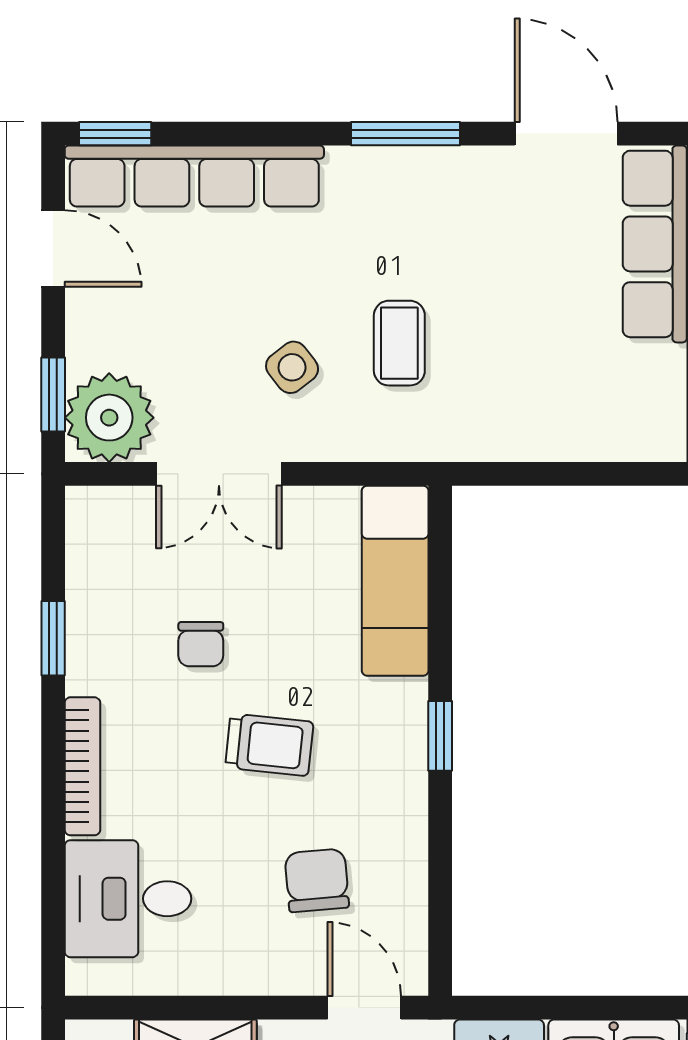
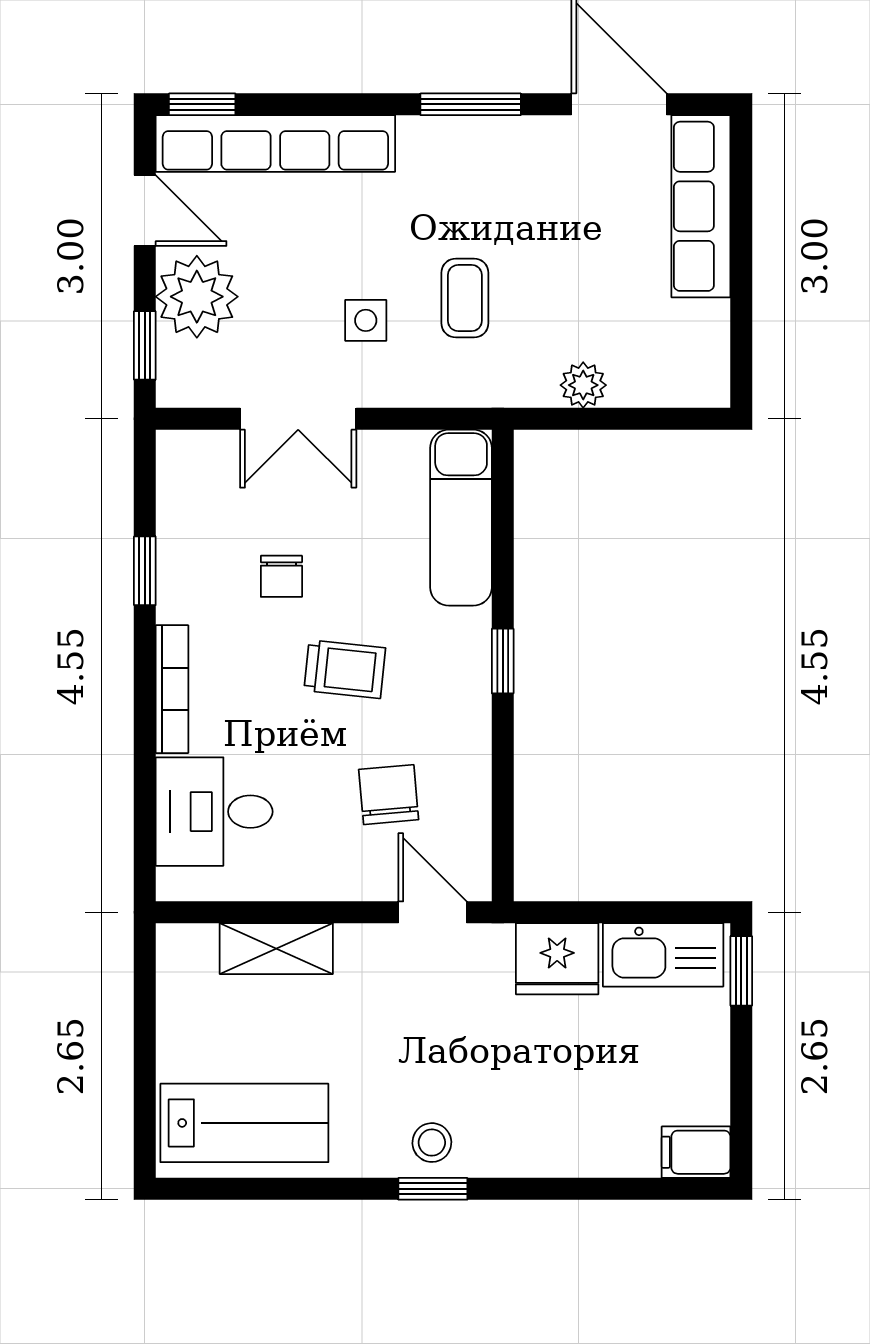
side table: (292, 367) -> (366, 320), turned 38
plant: (109, 418) -> (197, 297), moved
plant: (527, 437) -> (583, 385), added

